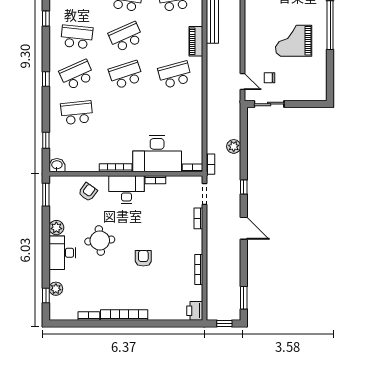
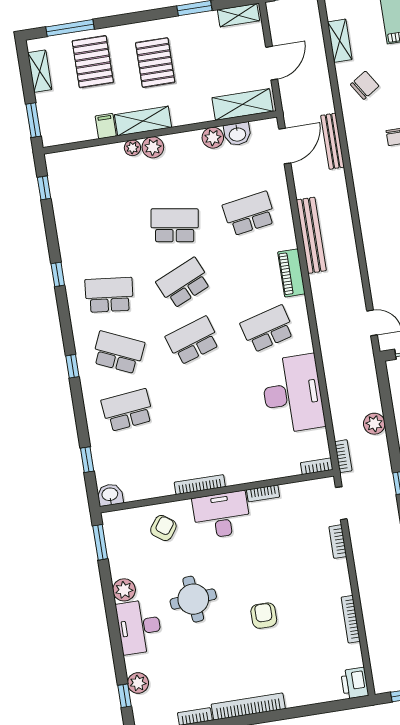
school desk: (77, 75) -> (118, 352), turned 48
desk: (157, 154) -> (293, 394), moved, turned -90

